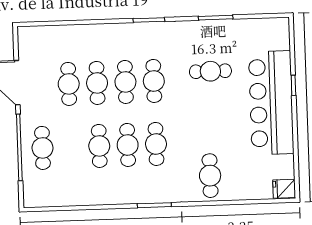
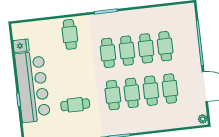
plant: (24, 35) -> (203, 119), added
cafe table: (42, 148) -> (165, 46), moved
fridge: (284, 189) -> (21, 46), moved

